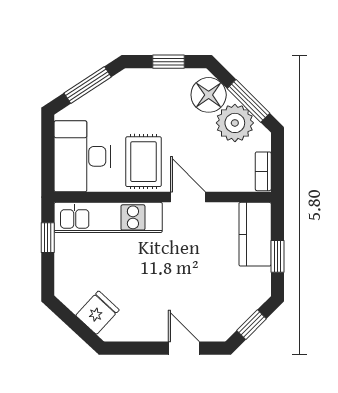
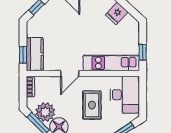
rug: (144, 162) -> (92, 105), moved
door: (188, 197) -> (70, 73), hinge flipped
window: (277, 256) -> (23, 55), moved

